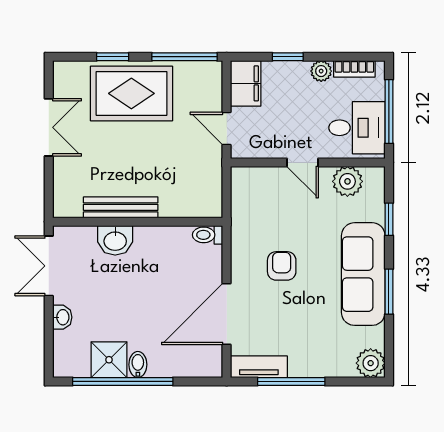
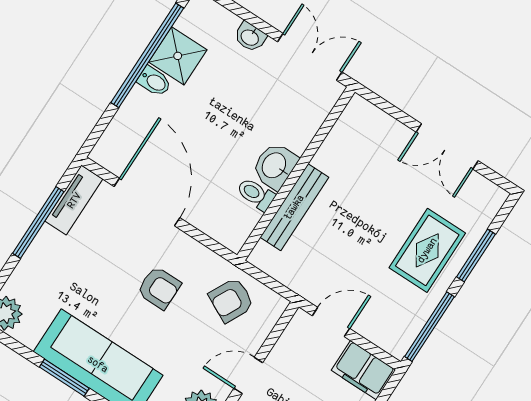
window: (113, 57) -> (476, 255), width x1.50
rug: (131, 93) -> (427, 250), width x0.73, depth x0.70
bench: (121, 207) -> (294, 207), moved
armchair: (257, 209) -> (231, 300), added
toilet: (208, 235) -> (256, 194), moved, turned -90
washbasin: (115, 240) -> (275, 166), moved

